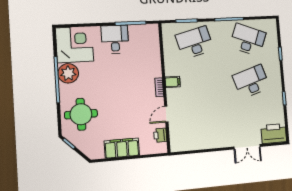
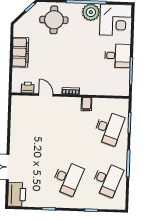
desk: (195, 42) -> (109, 128), turned 33
filing cabinet: (173, 82) -> (87, 104), moved
desk: (251, 82) -> (67, 178), turned 39

